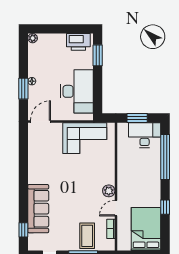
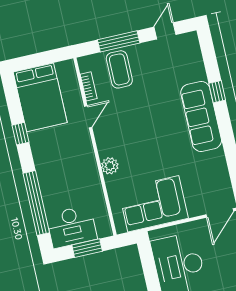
plant: (109, 191) -> (110, 166), moved
sofa: (38, 209) -> (201, 116), moved
window: (23, 230) -> (217, 92), moved

